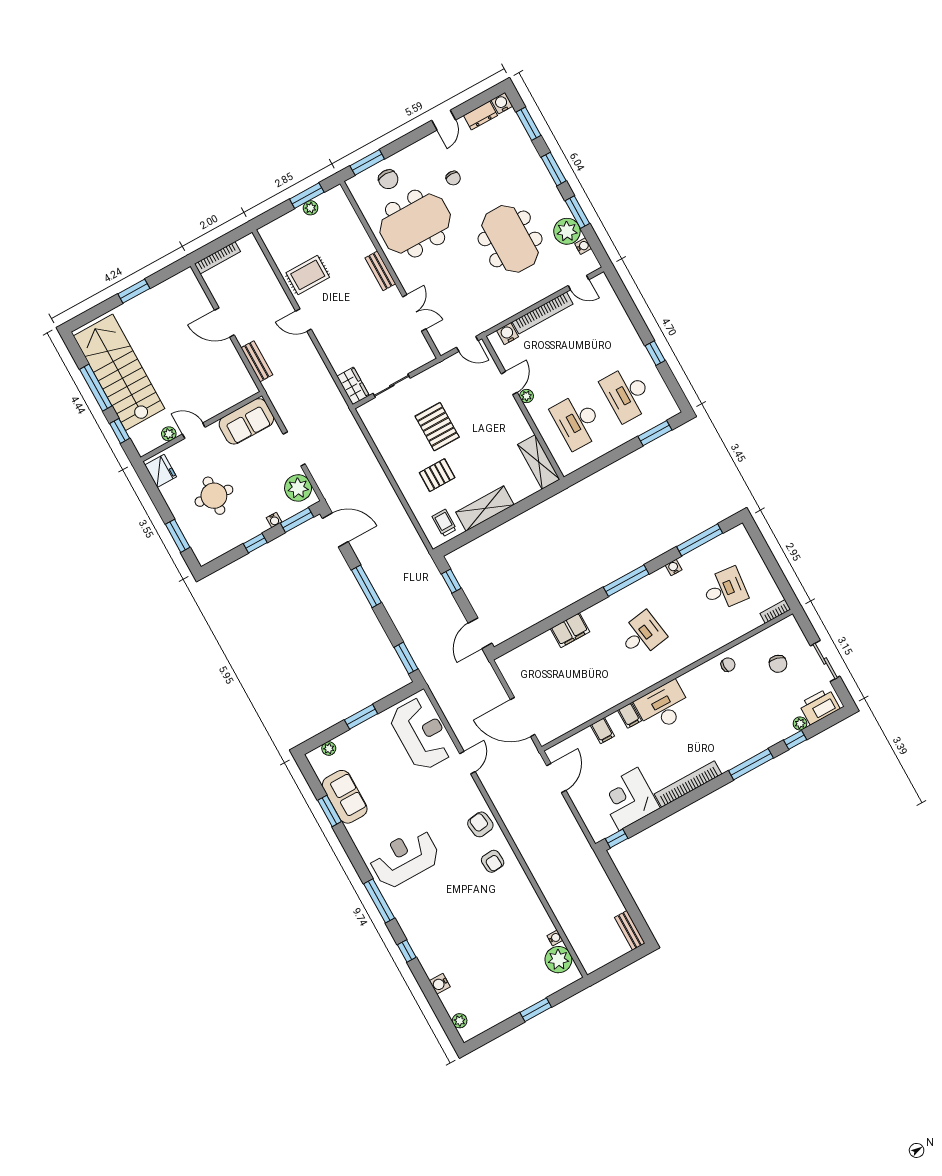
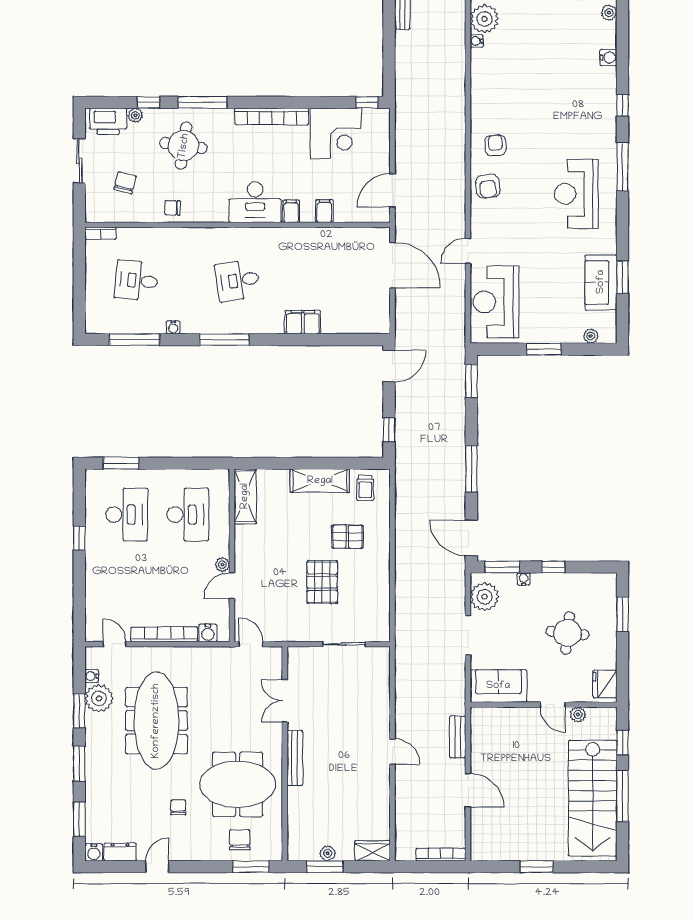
meeting table: (510, 239) -> (156, 721), width x1.36
bench: (380, 271) -> (295, 758), width x1.36
rug: (308, 275) -> (365, 792), removed
wardrobe: (353, 386) -> (373, 851), moved, turned 90
round table: (747, 721) -> (184, 146), added
reception desk: (405, 858) -> (576, 194), turned 90

